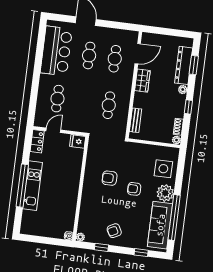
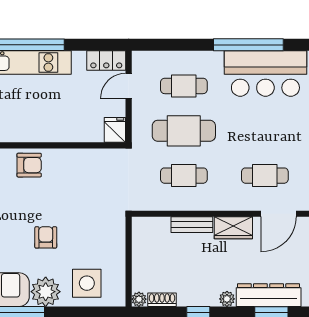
door: (138, 54) -> (279, 214), hinge flipped
cafe table: (89, 55) -> (184, 131), moved, width x1.37, depth x1.35
window: (39, 59) -> (248, 45), added
bench: (136, 120) -> (192, 225), moved
door: (53, 130) -> (129, 86), swing flipped
armchair: (110, 178) -> (29, 165), moved, turned 90

